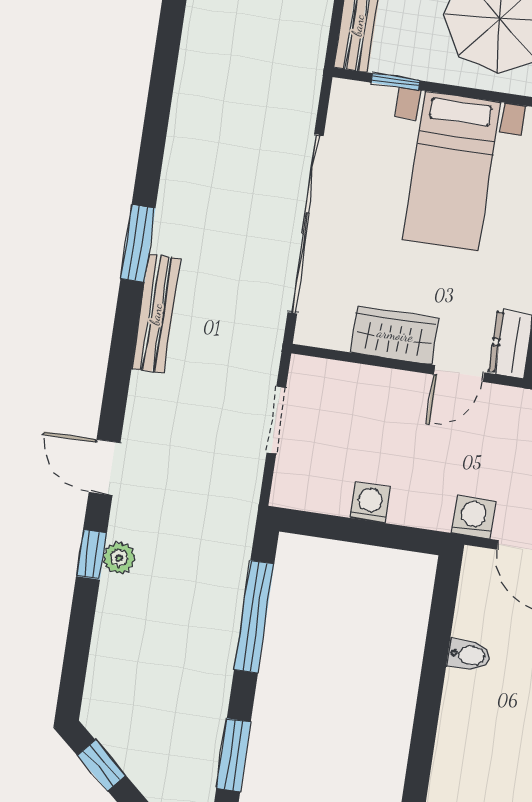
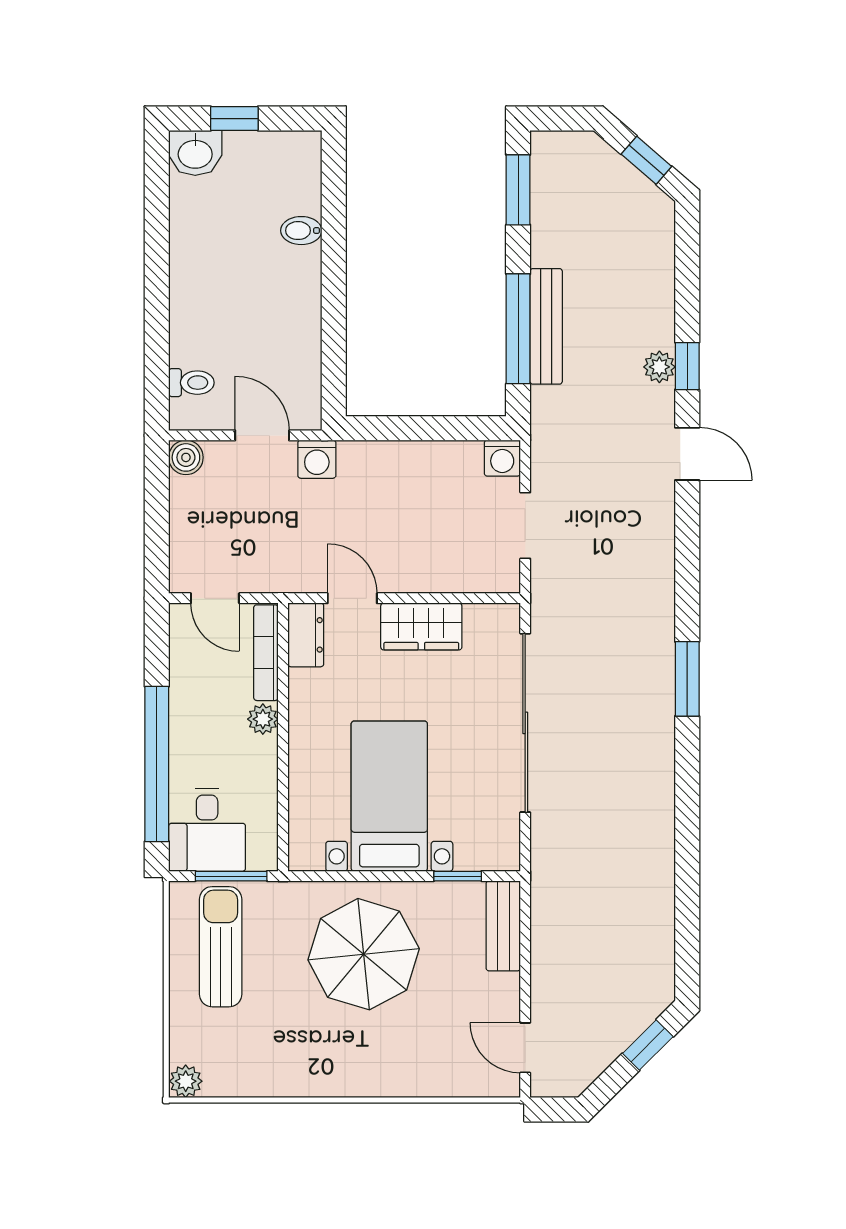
bench: (156, 314) -> (546, 326), moved
door: (459, 374) -> (352, 598), hinge flipped
washing machine: (370, 503) -> (502, 458), moved
bidet: (469, 655) -> (301, 231), moved

